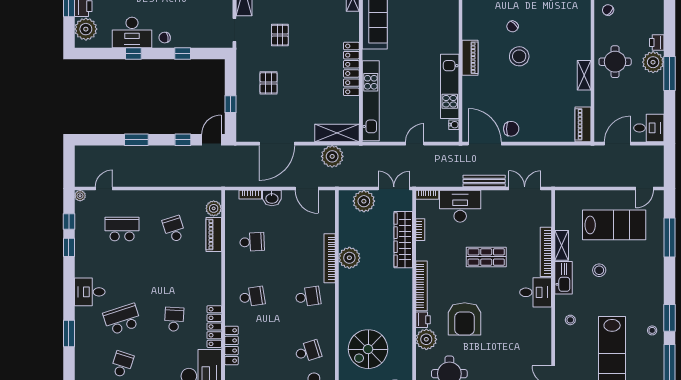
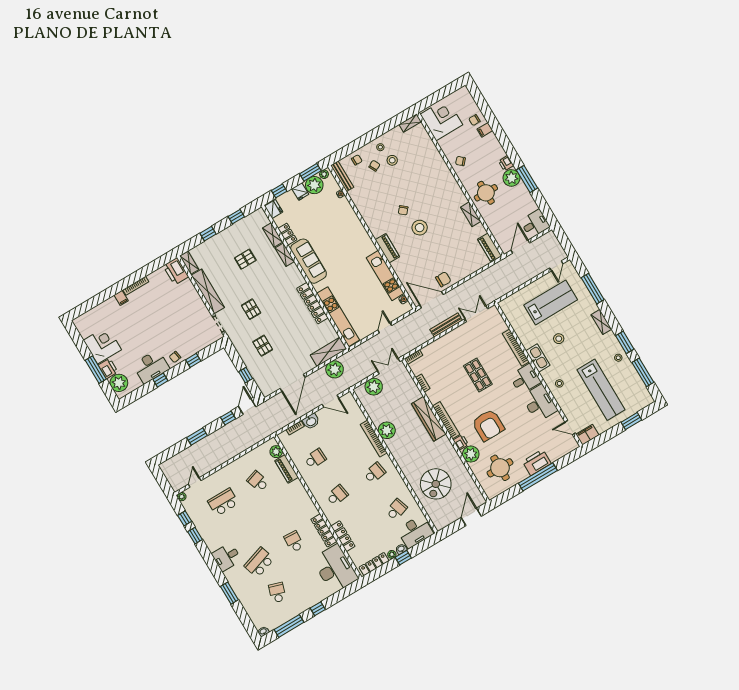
desk: (460, 206) -> (539, 403), moved, turned 90
wardrobe: (403, 240) -> (429, 419), moved
shelving: (562, 245) -> (601, 322), moved
shop shelf: (486, 257) -> (478, 375), turned 90

